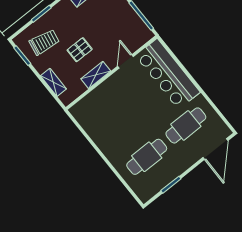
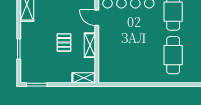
trolley: (44, 42) -> (40, 62), removed
shelving: (53, 82) -> (84, 78), moved

